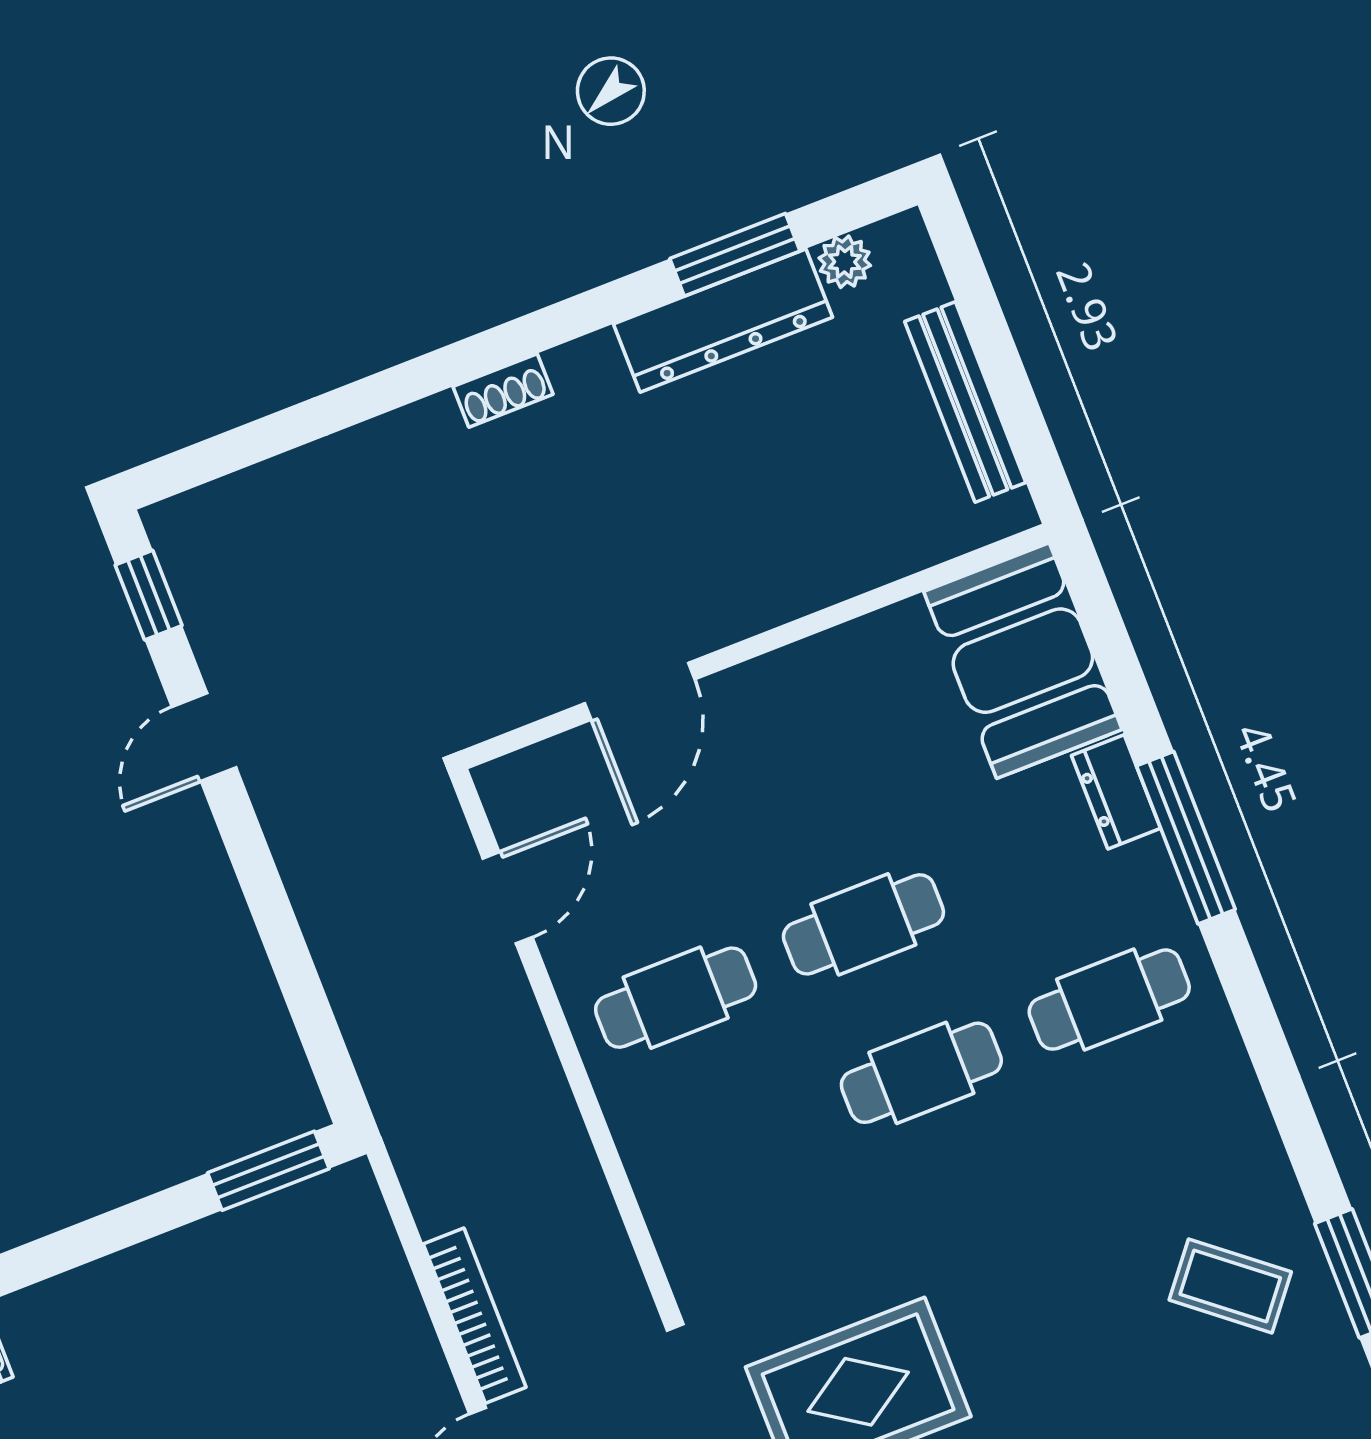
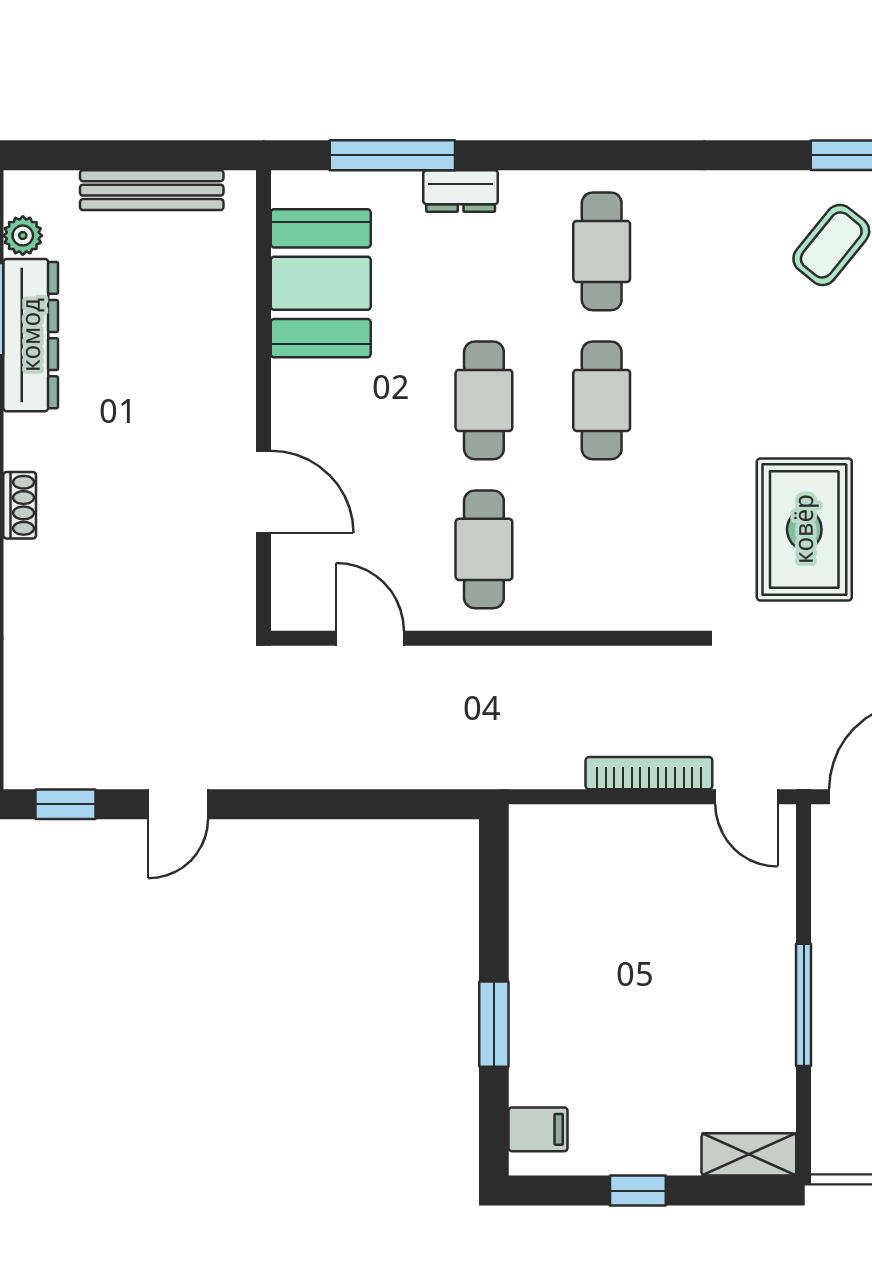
booth: (1023, 661) -> (321, 283), moved, turned 90
door: (204, 737) -> (178, 804), hinge flipped
window: (1186, 838) -> (392, 155), moved
window: (268, 1171) -> (494, 1024), moved

